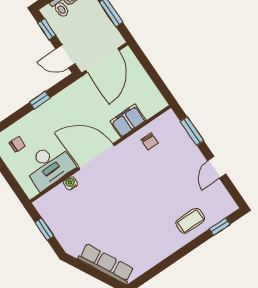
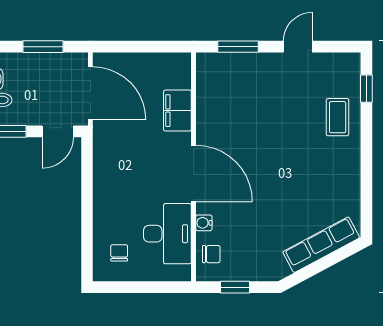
window: (40, 100) -> (87, 194), removed
chair: (150, 141) -> (211, 254), moved
door: (96, 156) -> (194, 173), swing flipped
door: (217, 167) -> (298, 47), swing flipped

